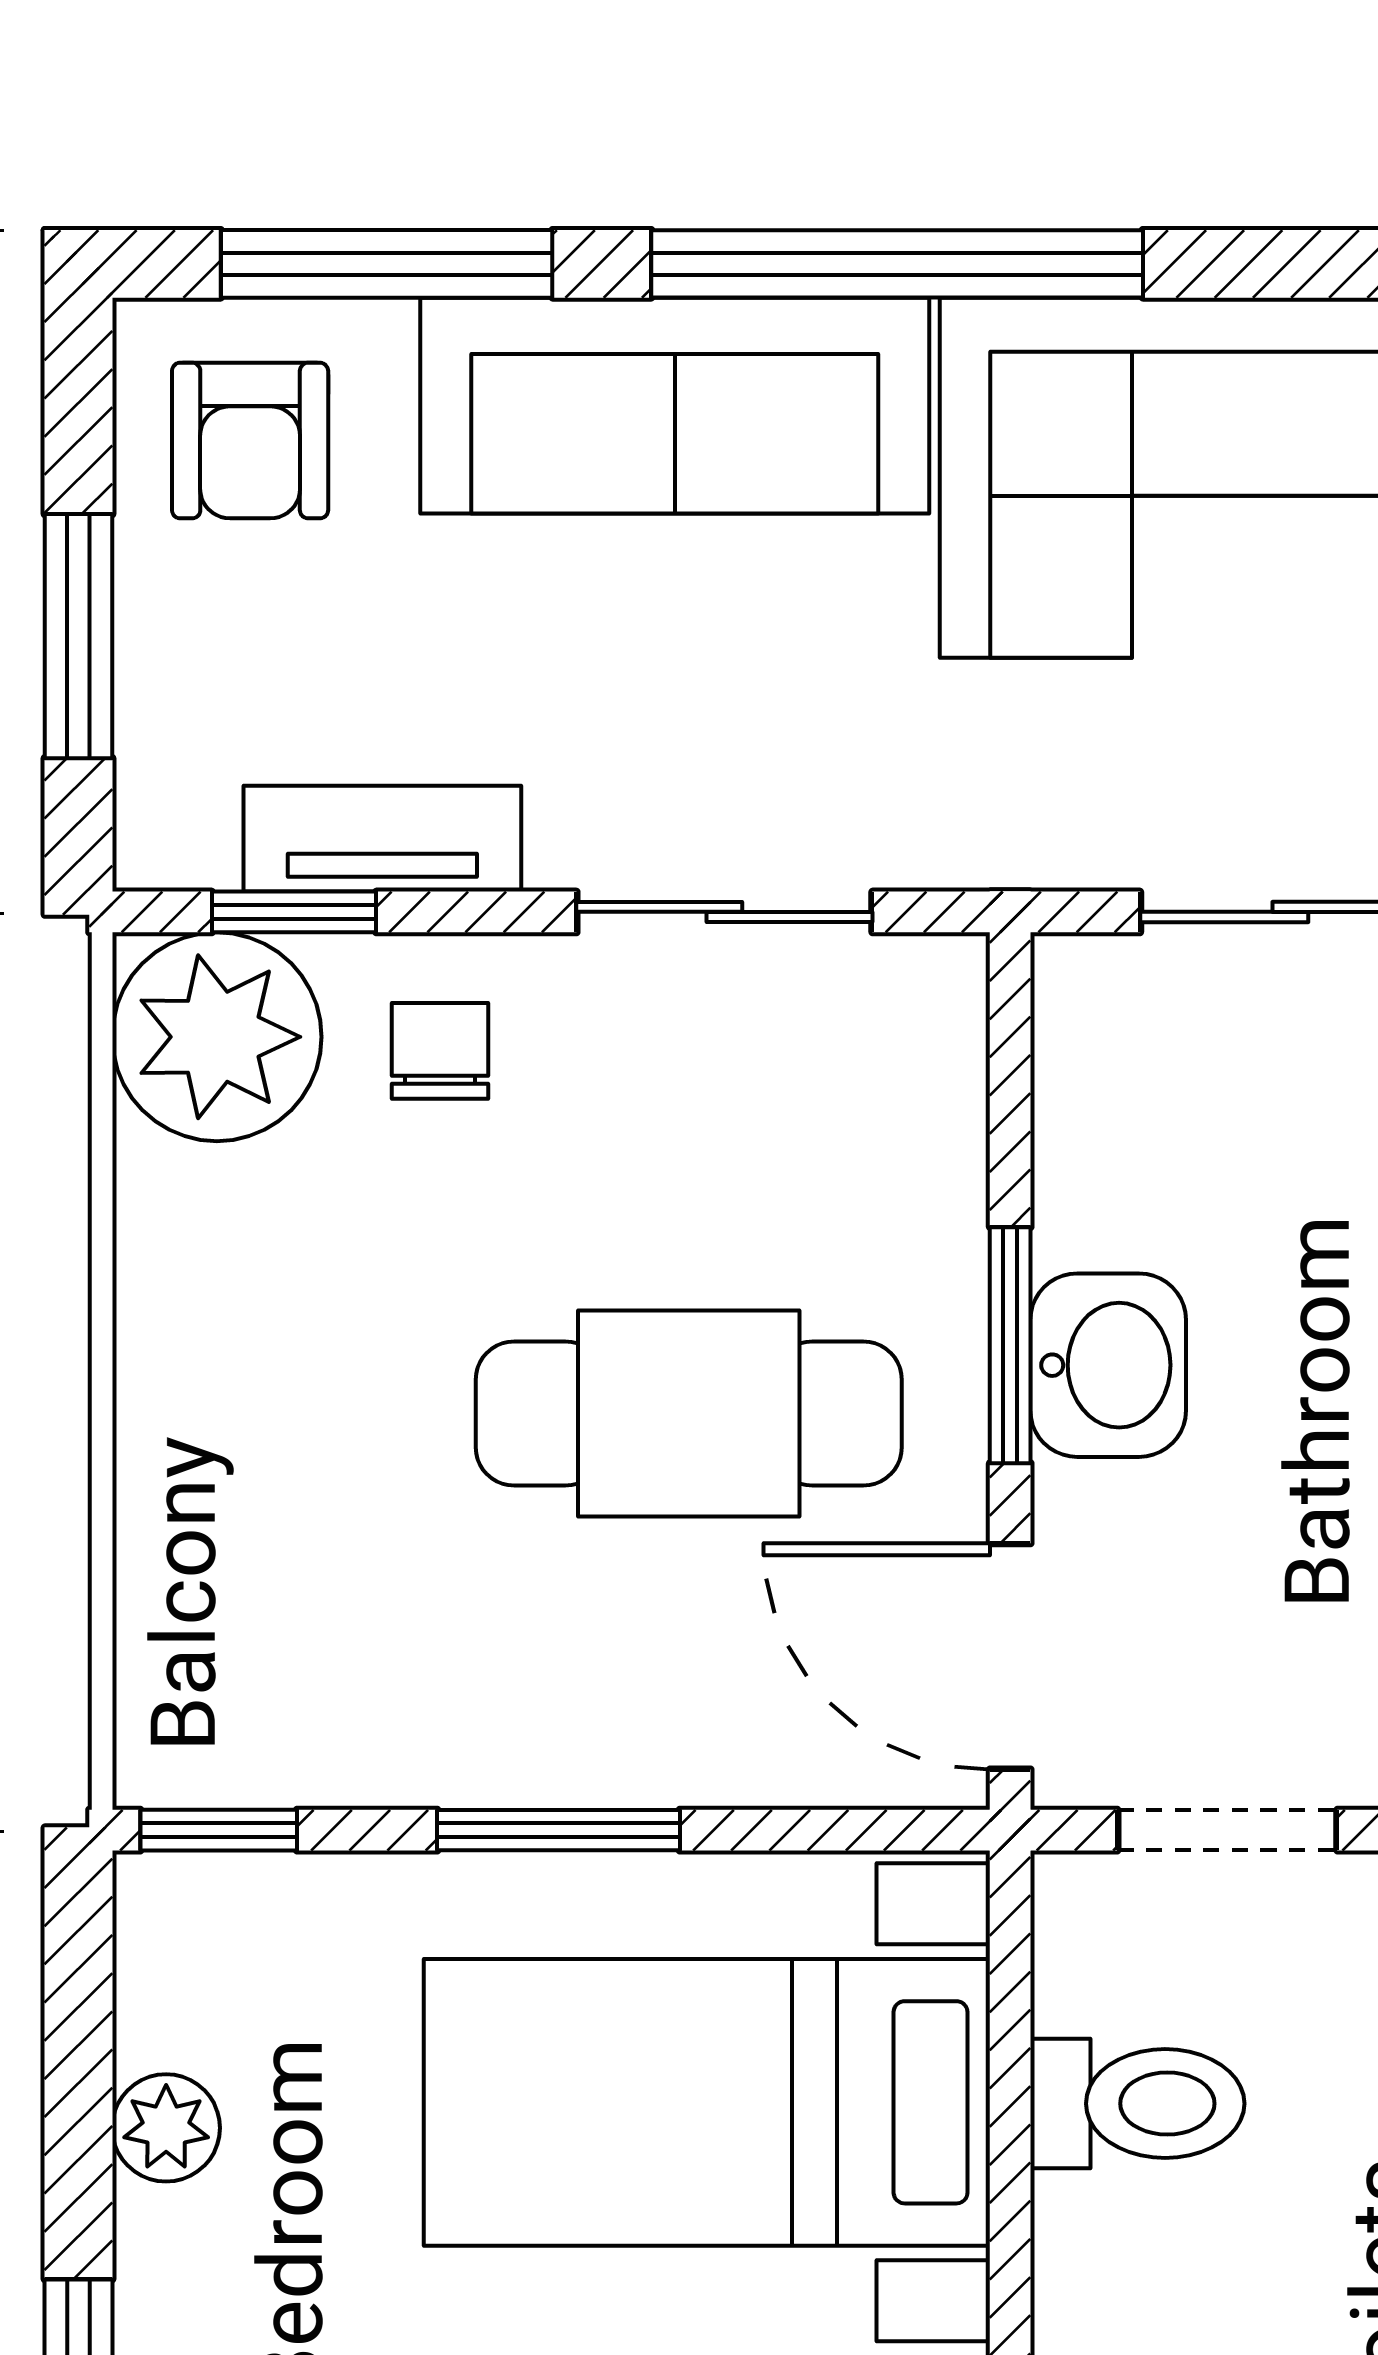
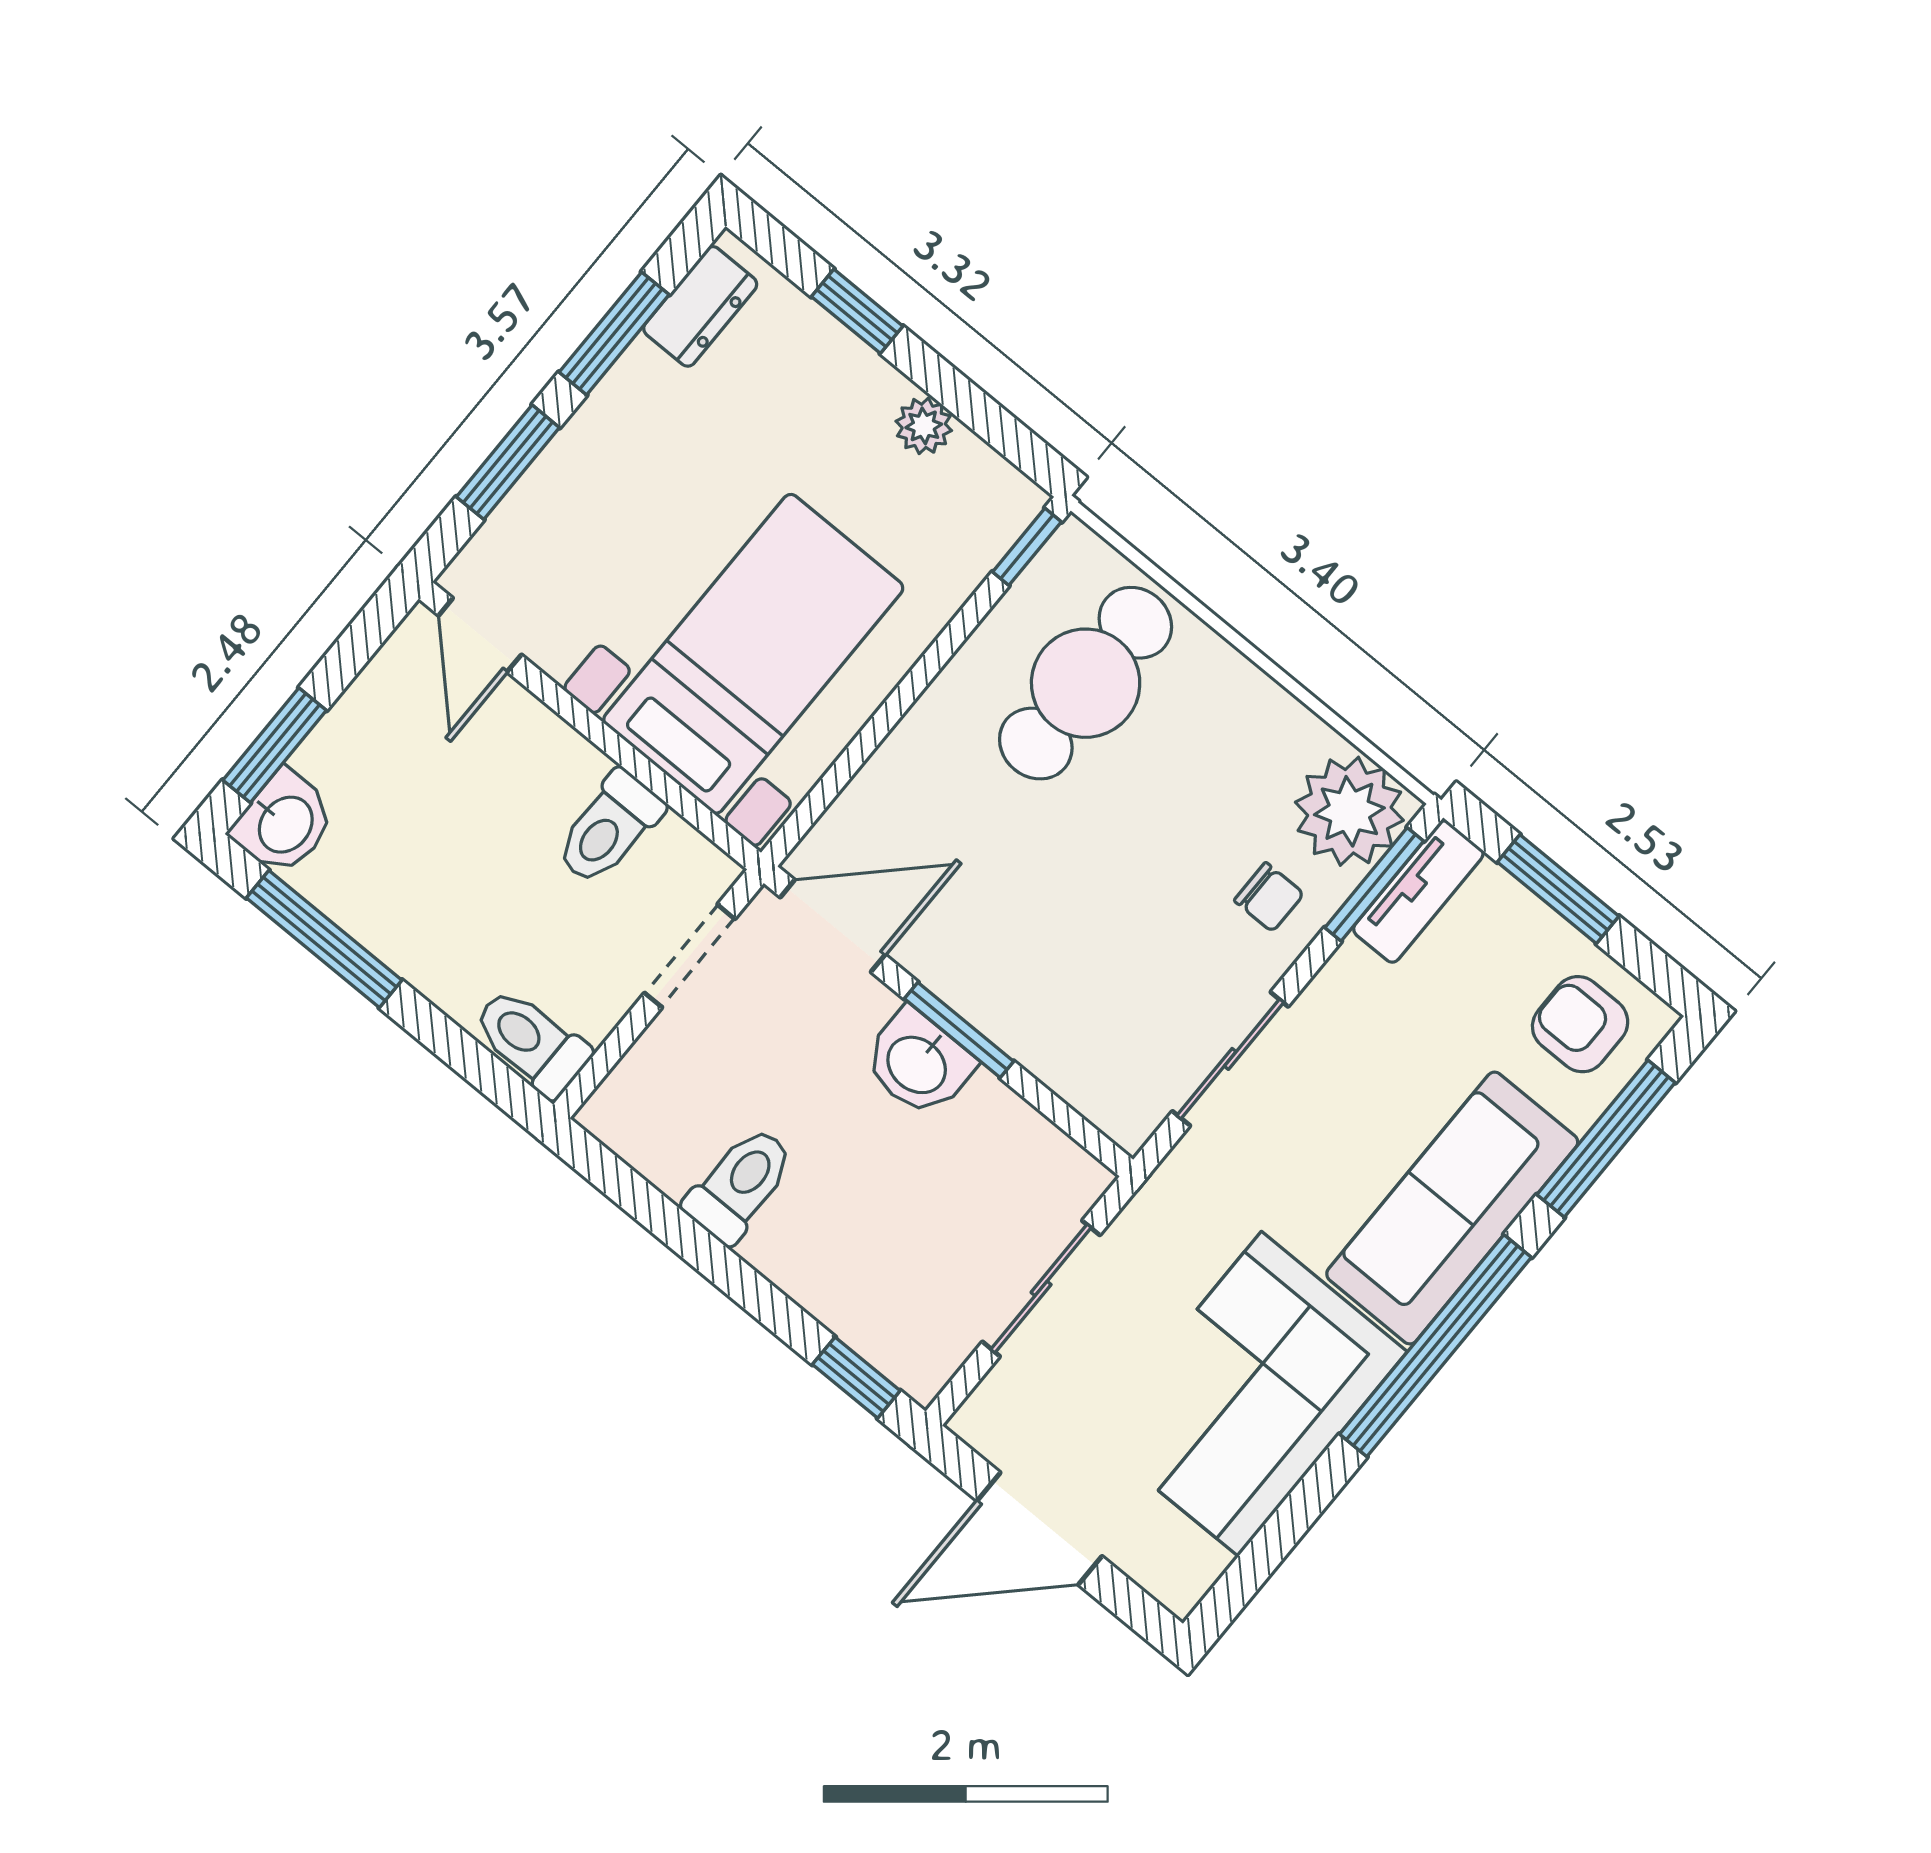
tv unit: (382, 839) -> (1418, 891), moved
window: (294, 912) -> (1374, 884), width x1.50
cafe table: (689, 1414) -> (1086, 683), moved
window: (559, 1830) -> (913, 685), removed

